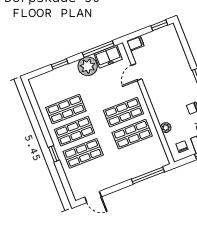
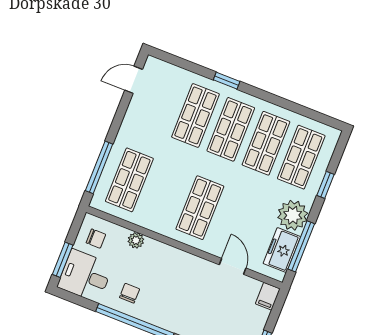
shop shelf: (57, 87) -> (301, 157), added
shop shelf: (132, 134) -> (129, 180), moved

